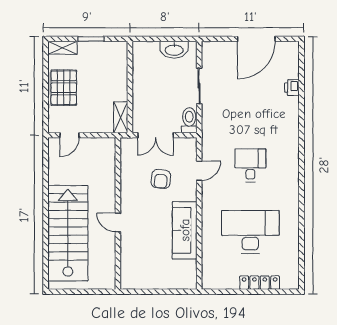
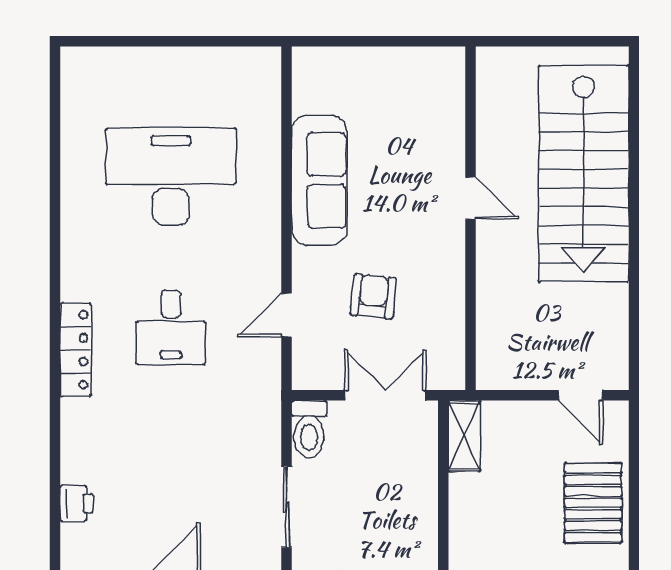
door: (69, 135) -> (580, 395), swing flipped
desk: (250, 232) -> (171, 177), turned 180
locker: (260, 283) -> (76, 350), moved, turned -90

